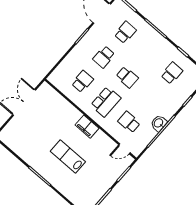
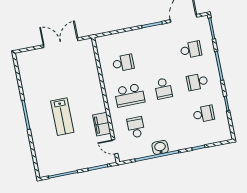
school desk: (104, 57) -> (197, 82), moved
filing cabinet: (87, 127) -> (102, 124), moved
lab bench: (68, 157) -> (62, 117), turned 180

